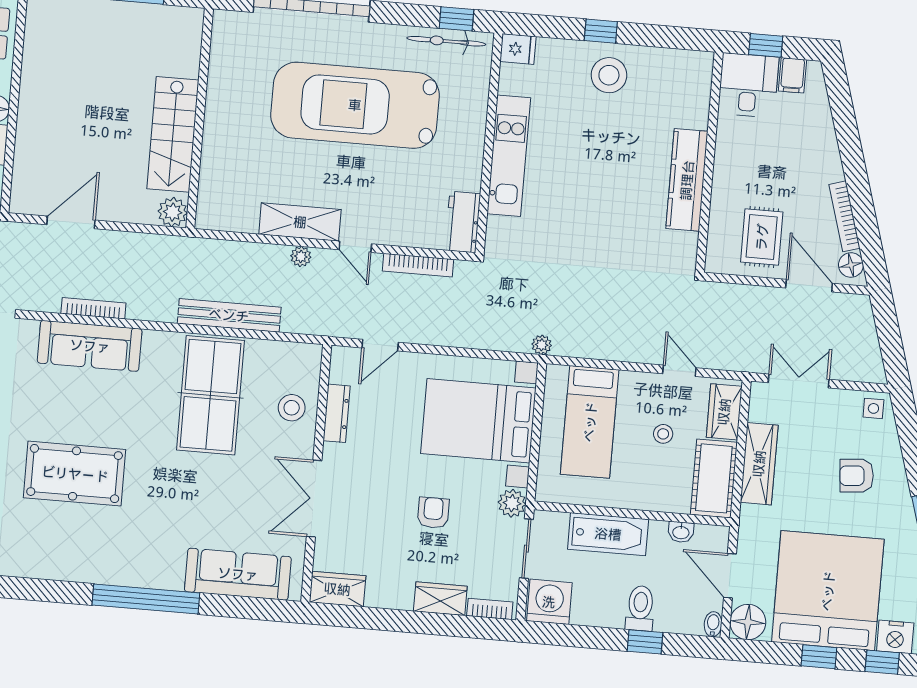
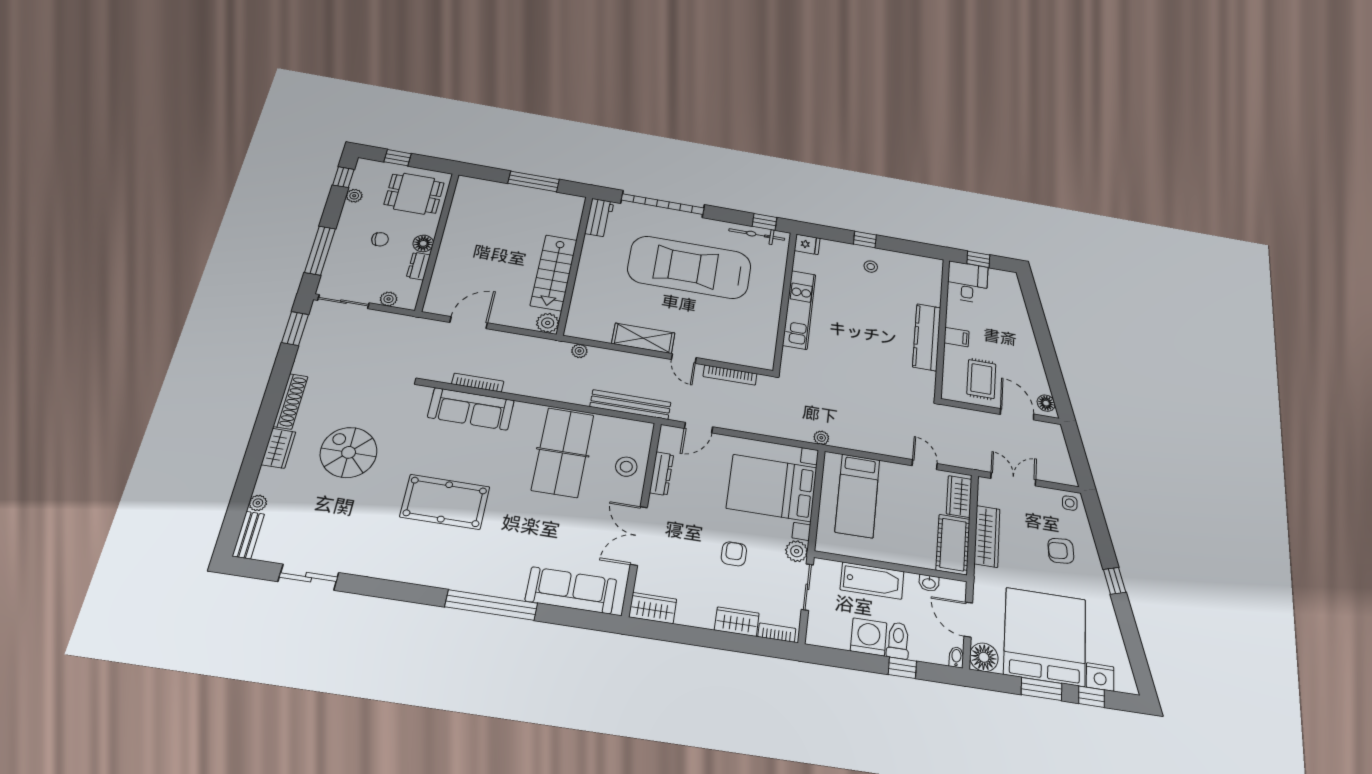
stool: (609, 75) -> (871, 267), width x0.53, depth x0.53
filing cabinet: (792, 75) -> (956, 337), moved, turned -90
bookcase: (844, 216) -> (1039, 371), removed
workbench: (463, 222) -> (599, 218), moved, turned 180
plant: (301, 257) -> (579, 351), moved
bench: (229, 315) -> (630, 405), moved
stool: (663, 434) -> (914, 509), removed
washing machine: (549, 602) -> (869, 637), moved
window: (819, 657) -> (1041, 689), width x1.50

